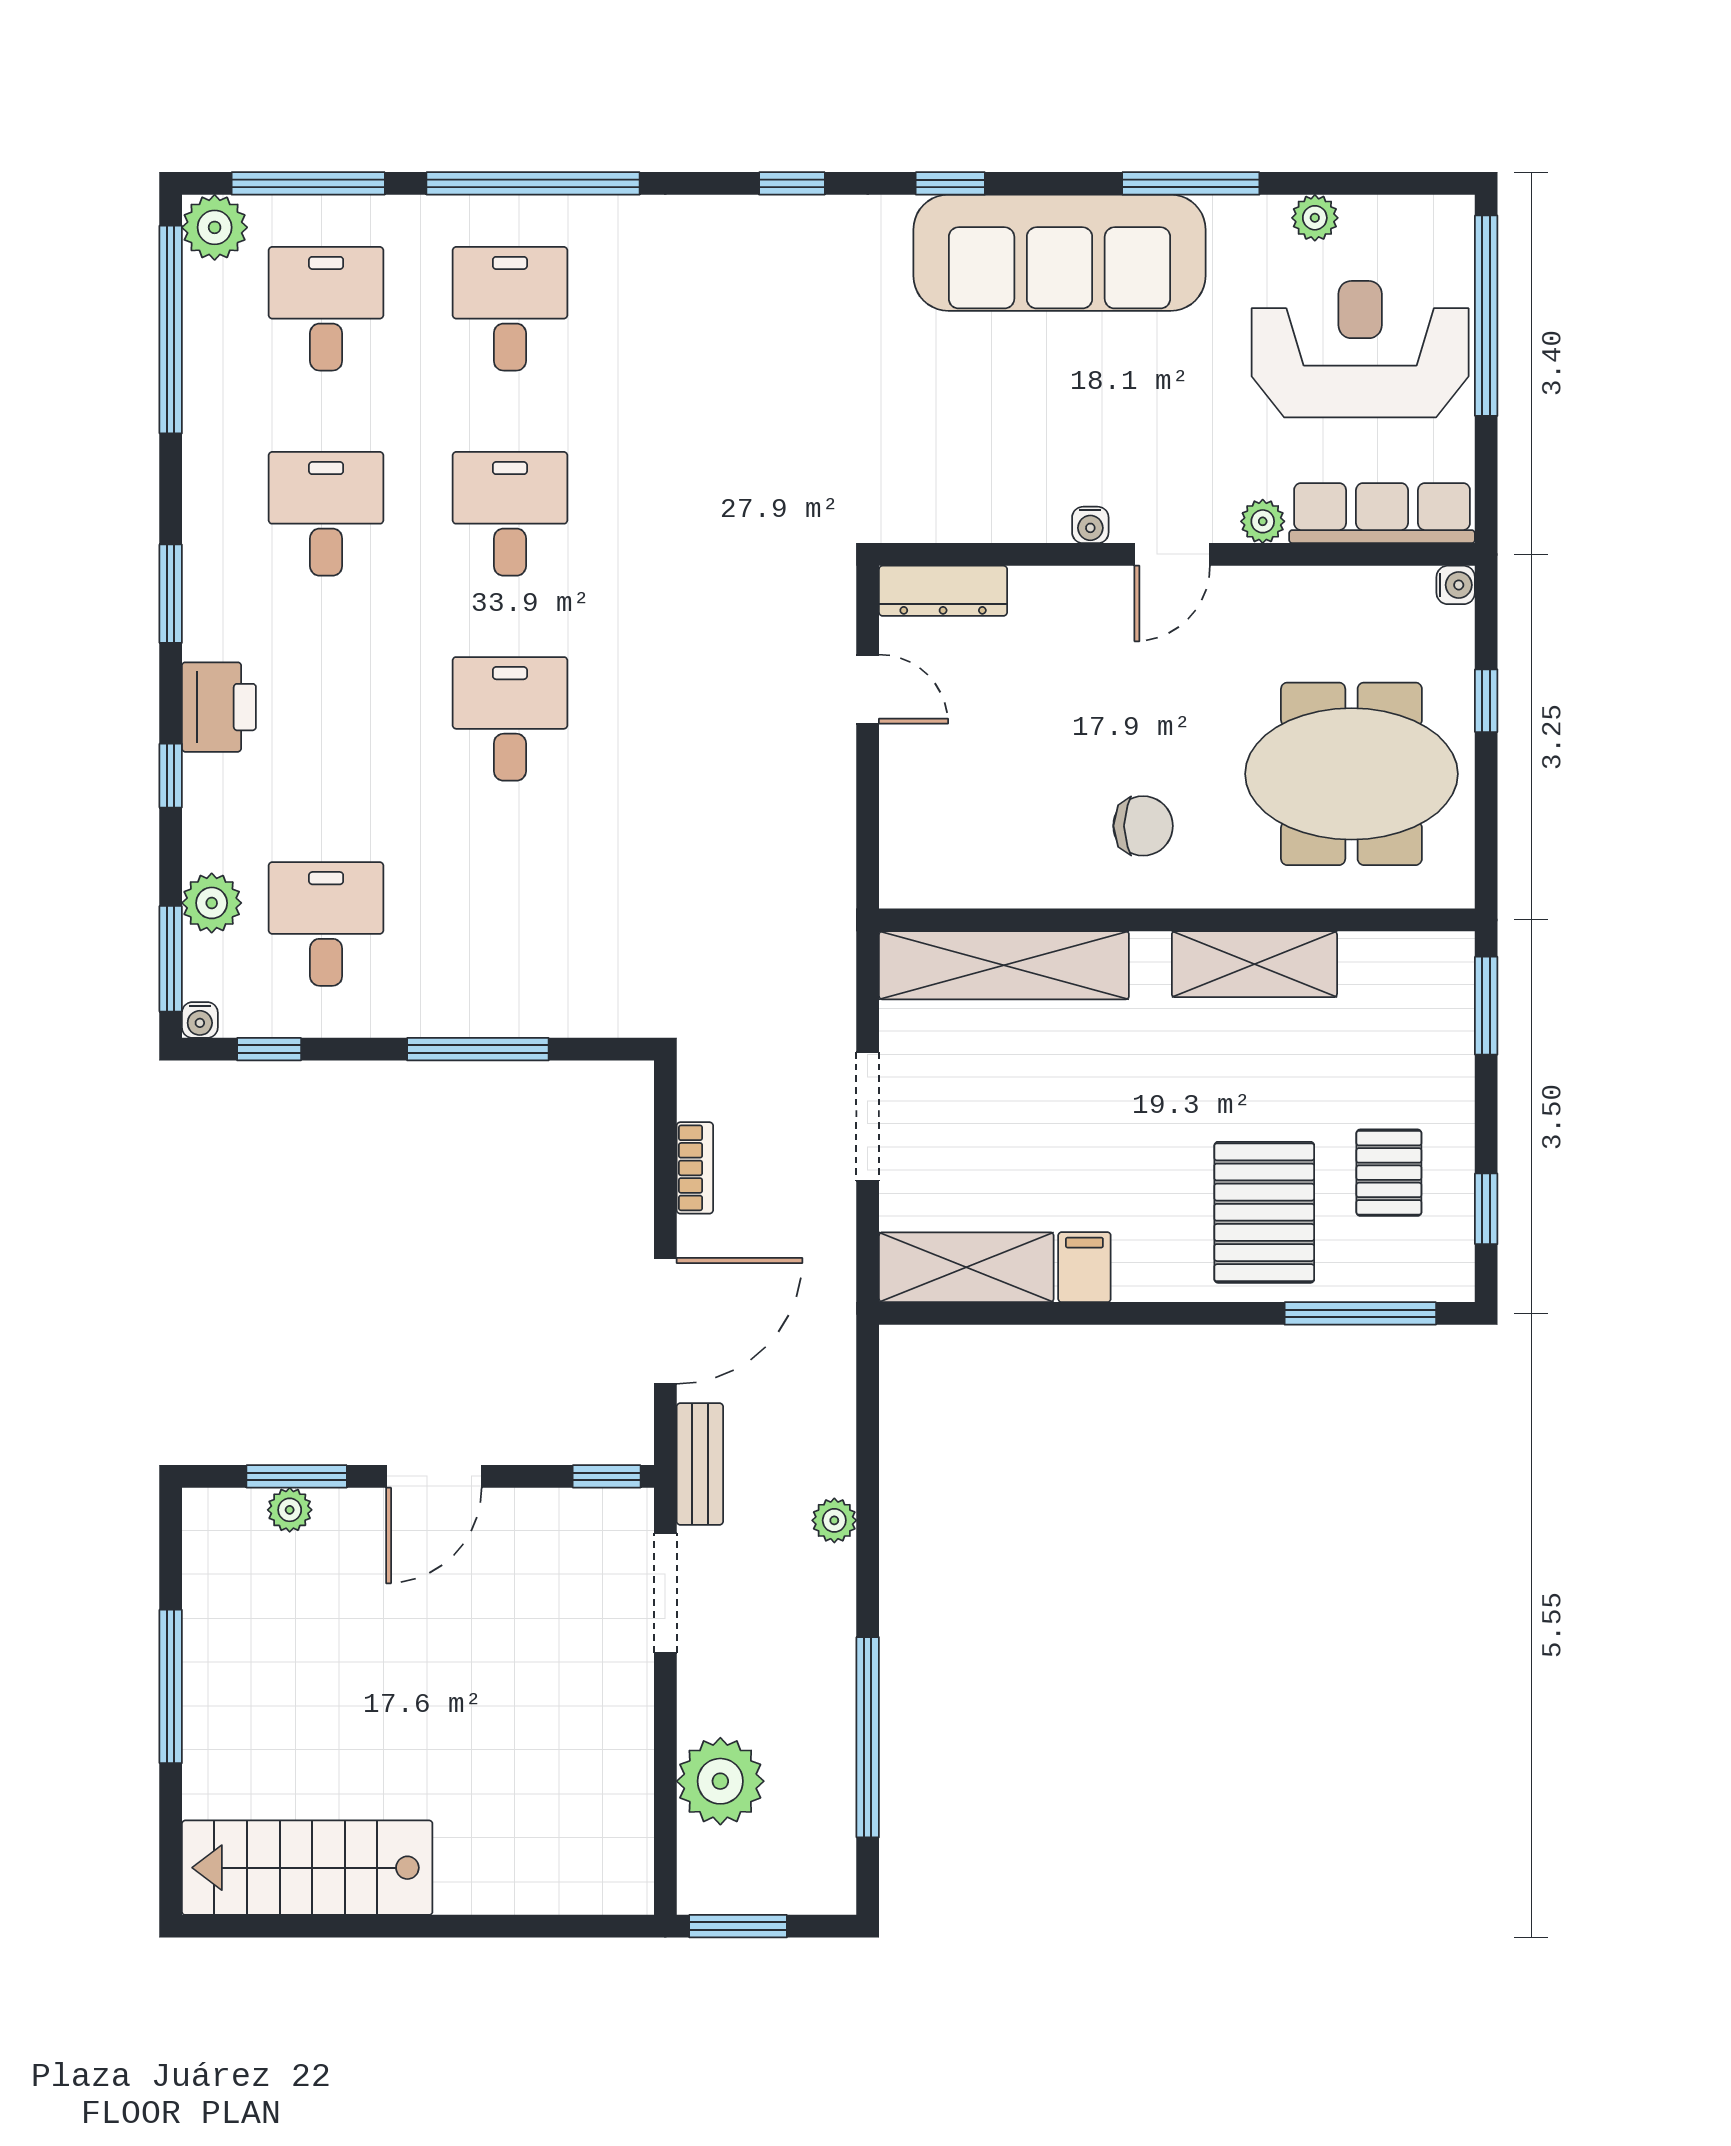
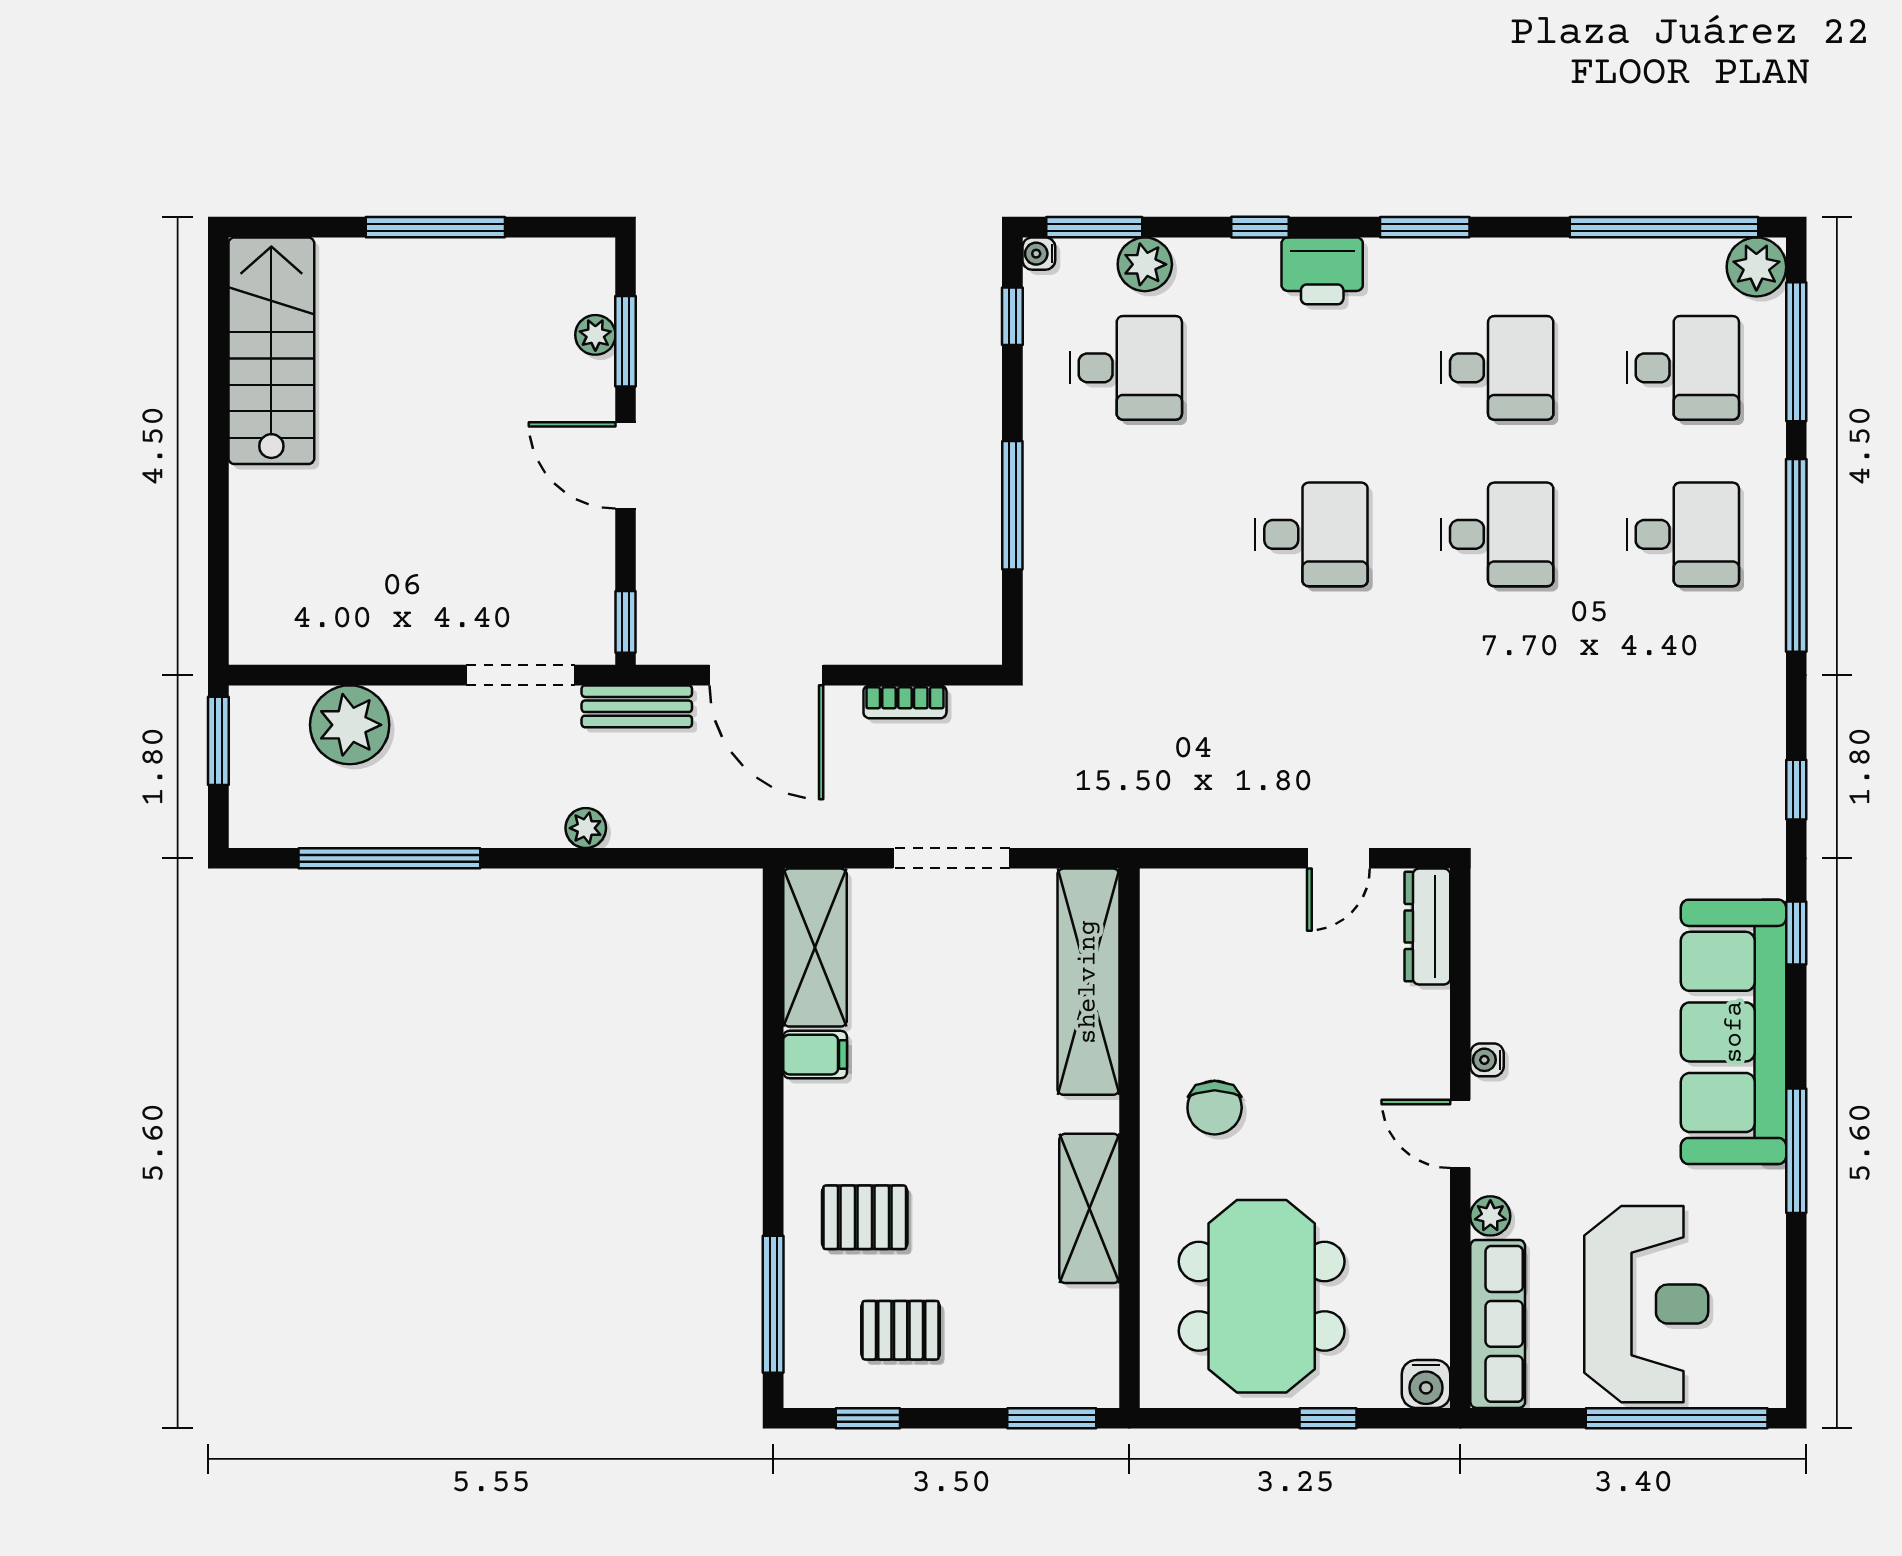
plant: (1315, 218) -> (1765, 1263), removed
water cooler: (1456, 585) -> (1426, 1384), width x1.38, depth x1.38
pallet: (1264, 1212) -> (865, 1217), width x0.67, depth x0.71

